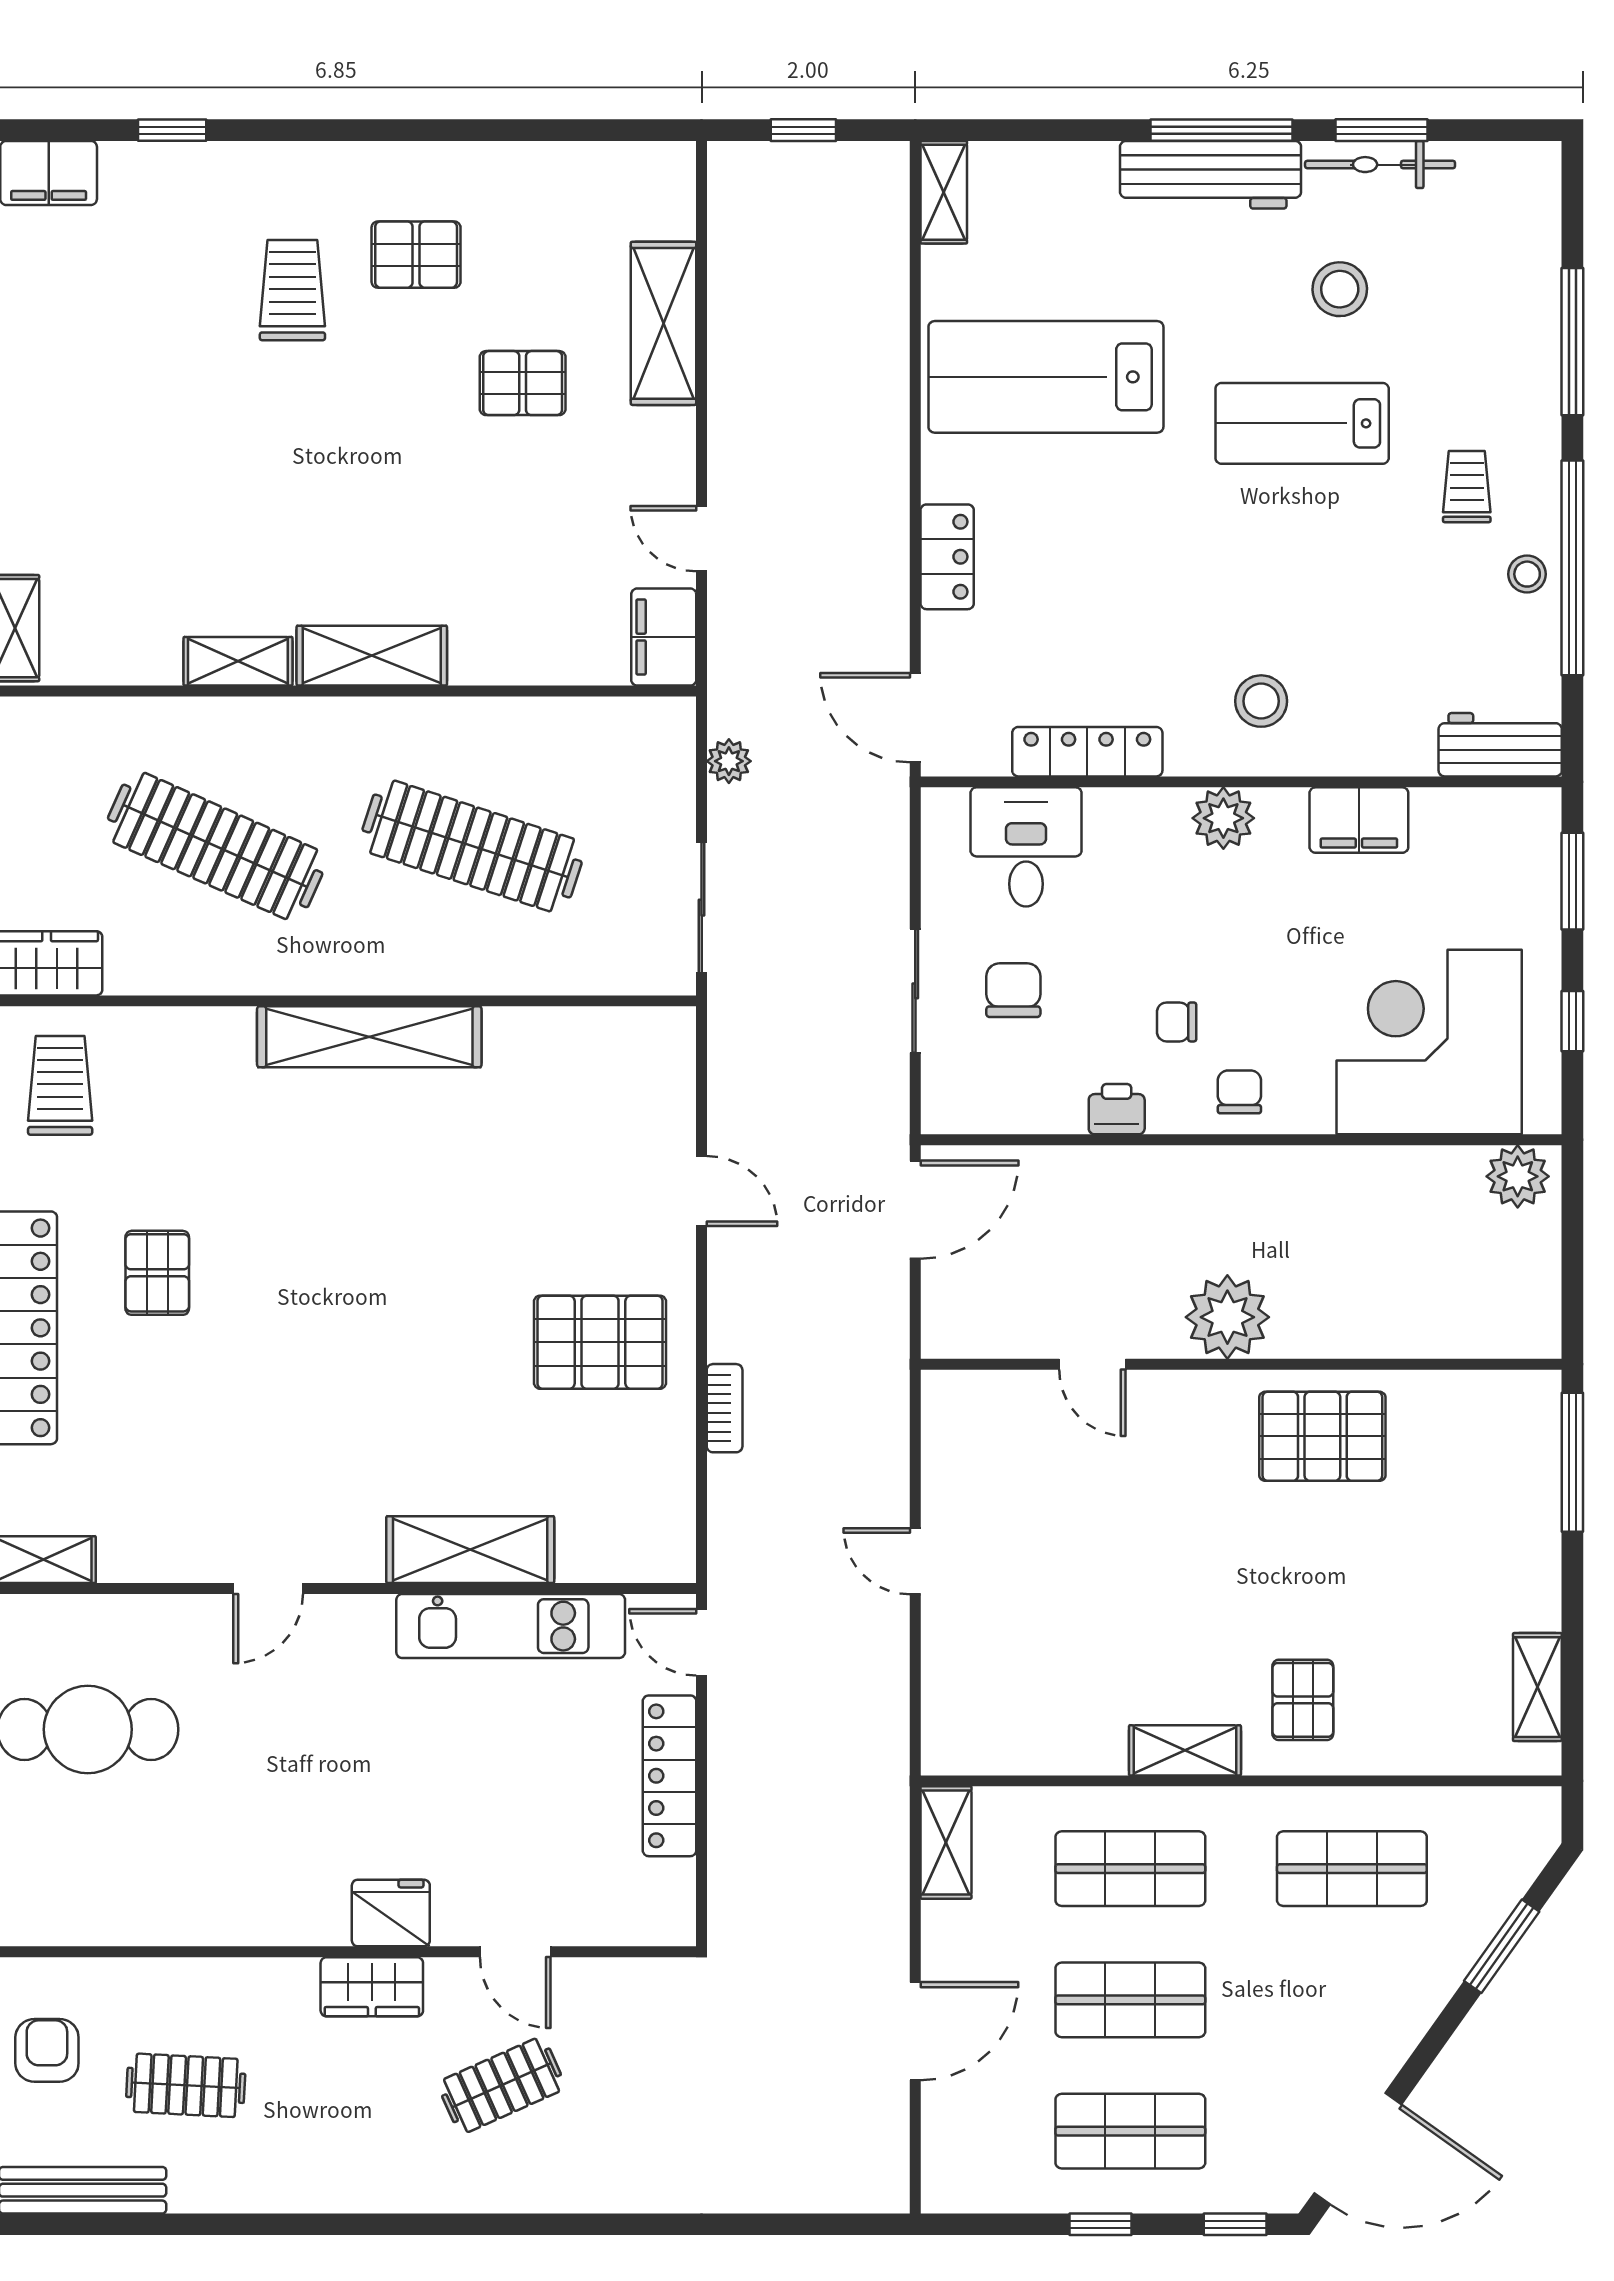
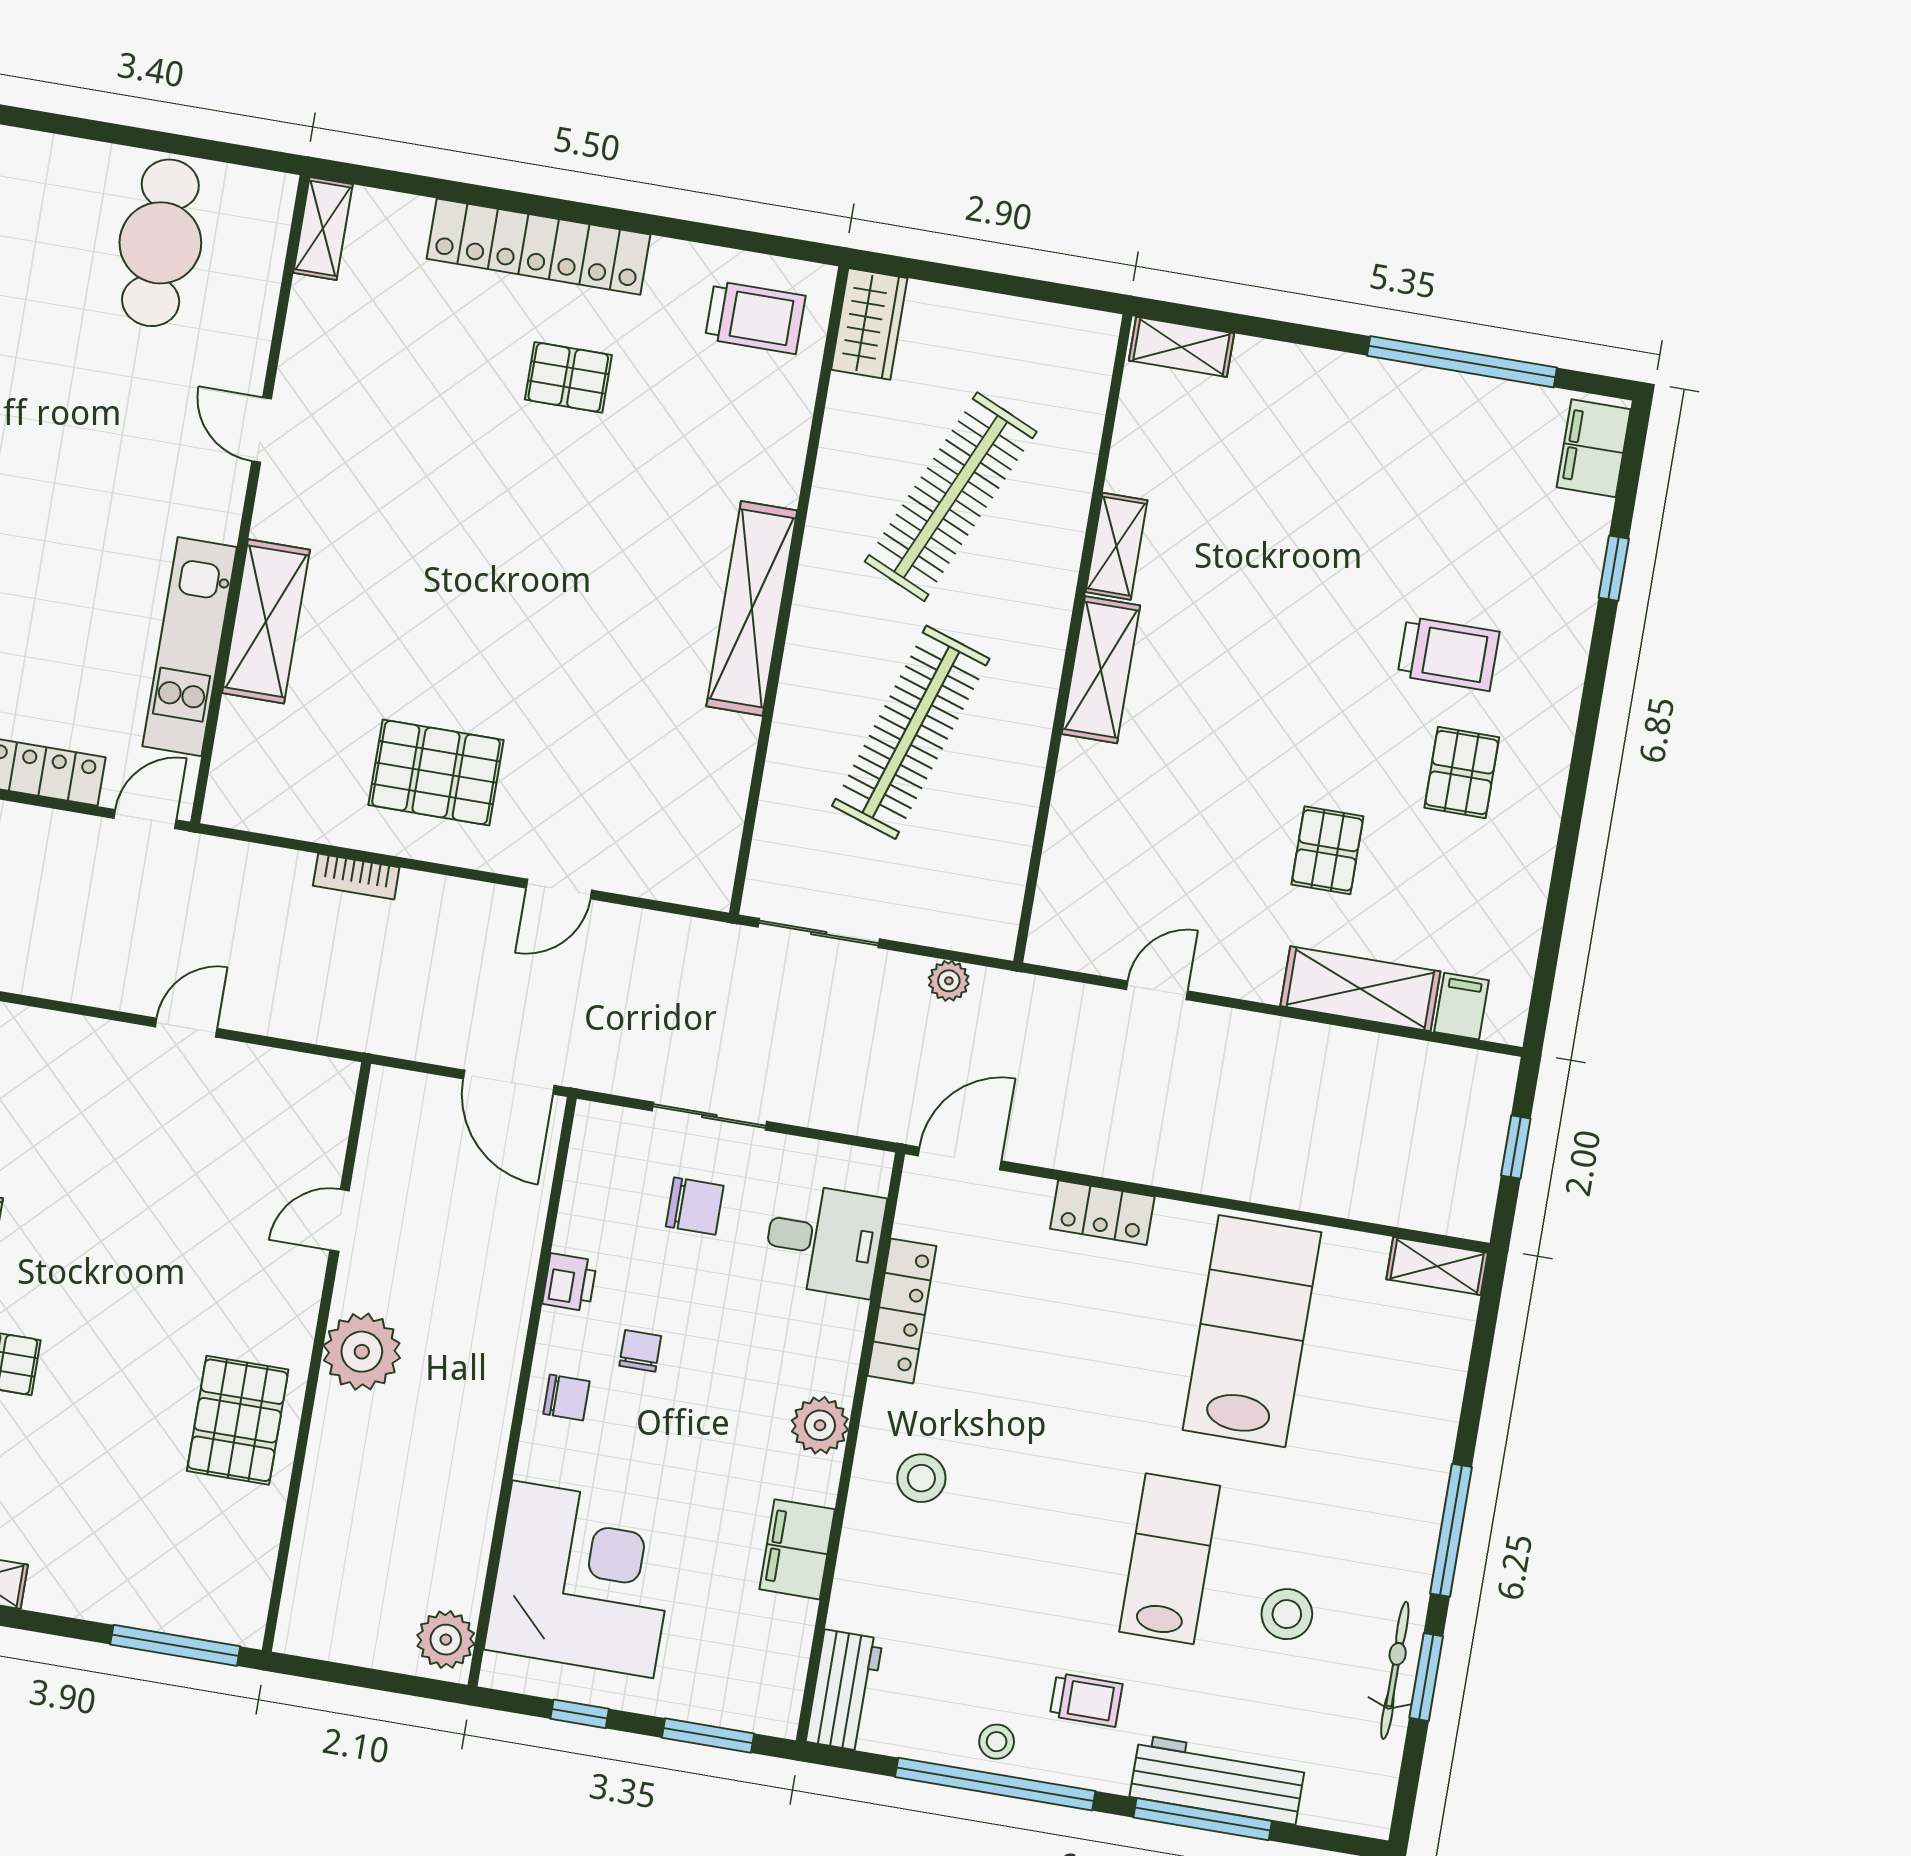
workbench: (1211, 175) -> (1218, 1780), moved, turned 90
filing cabinet: (664, 637) -> (1462, 1006), moved, width x0.50
pallet: (600, 1342) -> (436, 773), turned 90

